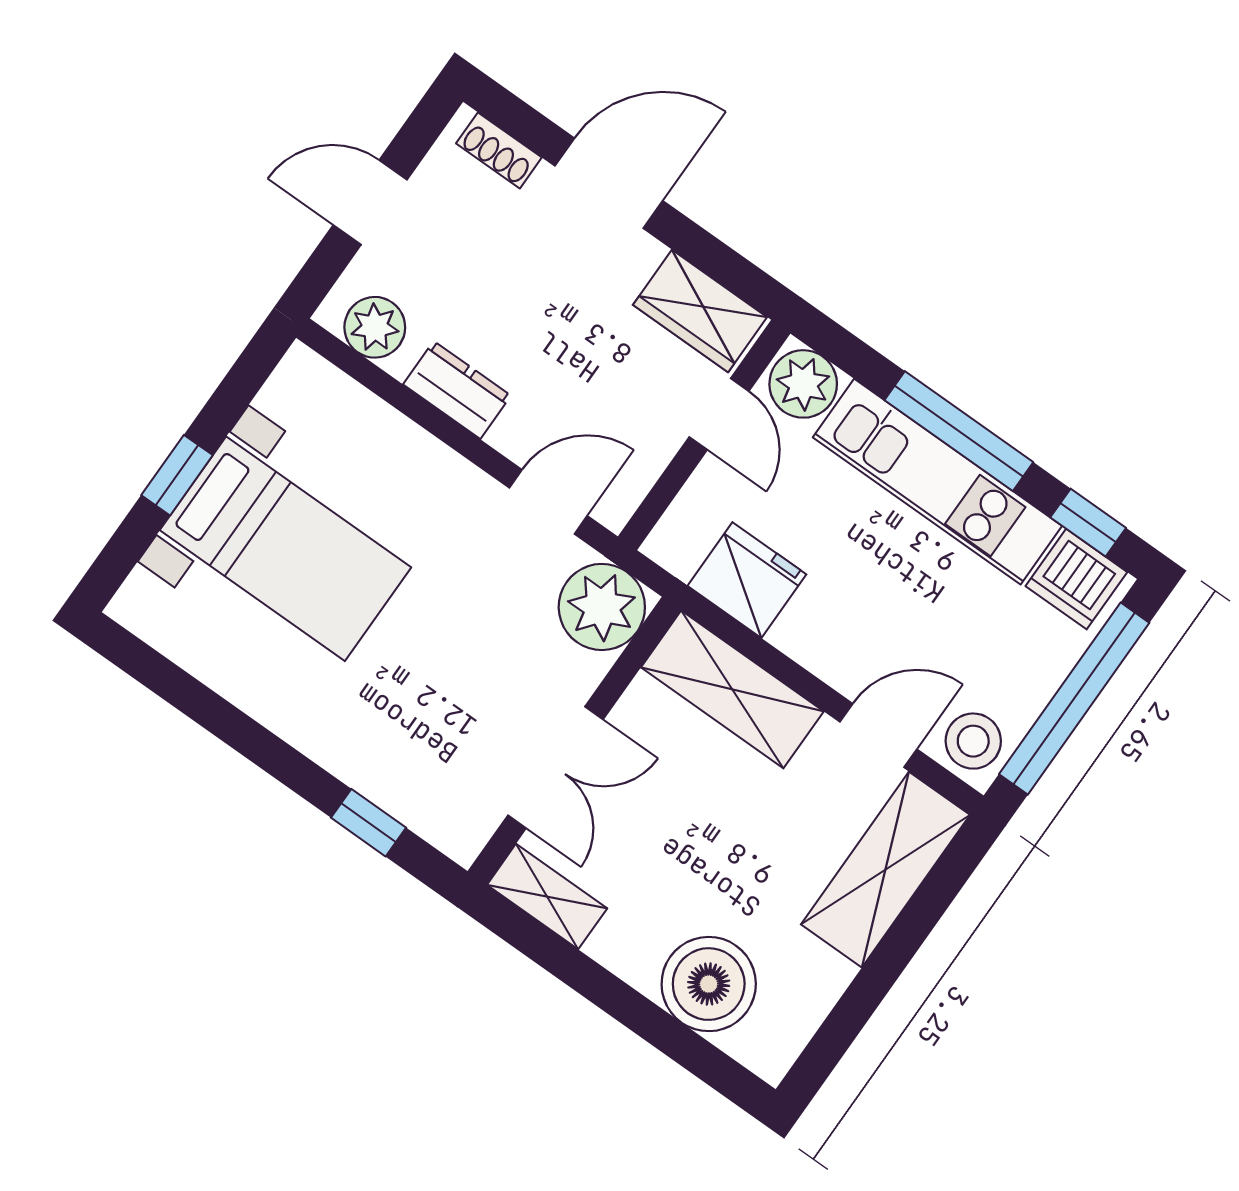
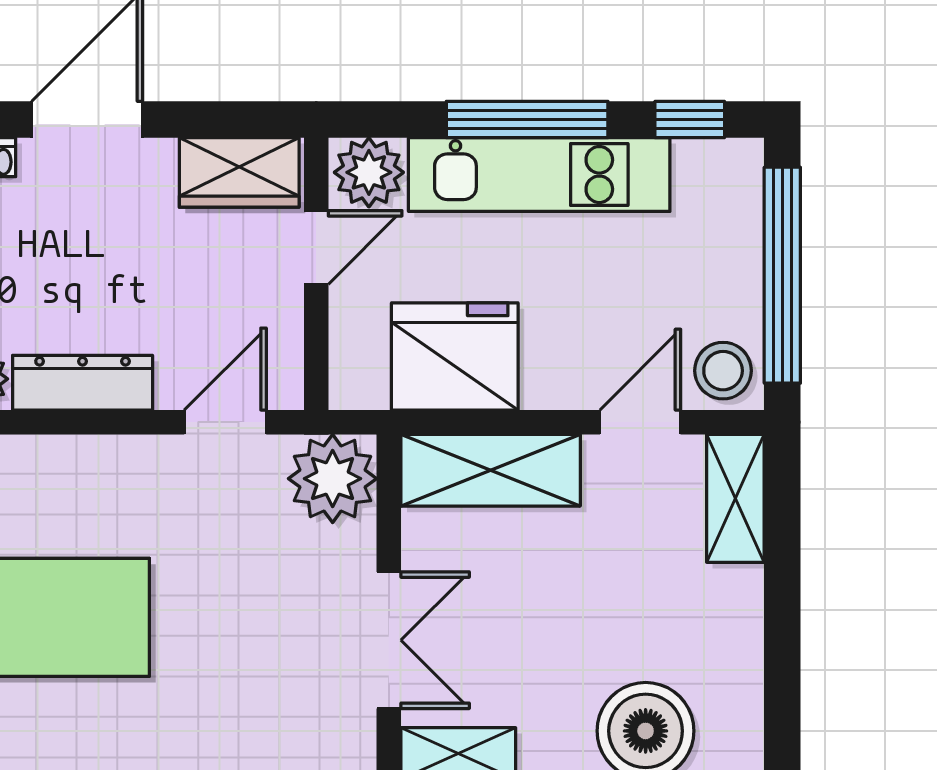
dresser: (457, 390) -> (83, 383), width x1.44
door: (719, 414) -> (316, 247), hinge flipped
dishwasher: (1076, 579) -> (713, 174), removed
fridge: (747, 580) -> (455, 356), width x1.36, depth x1.34
shelving: (885, 870) -> (735, 498), width x0.67, depth x0.75

